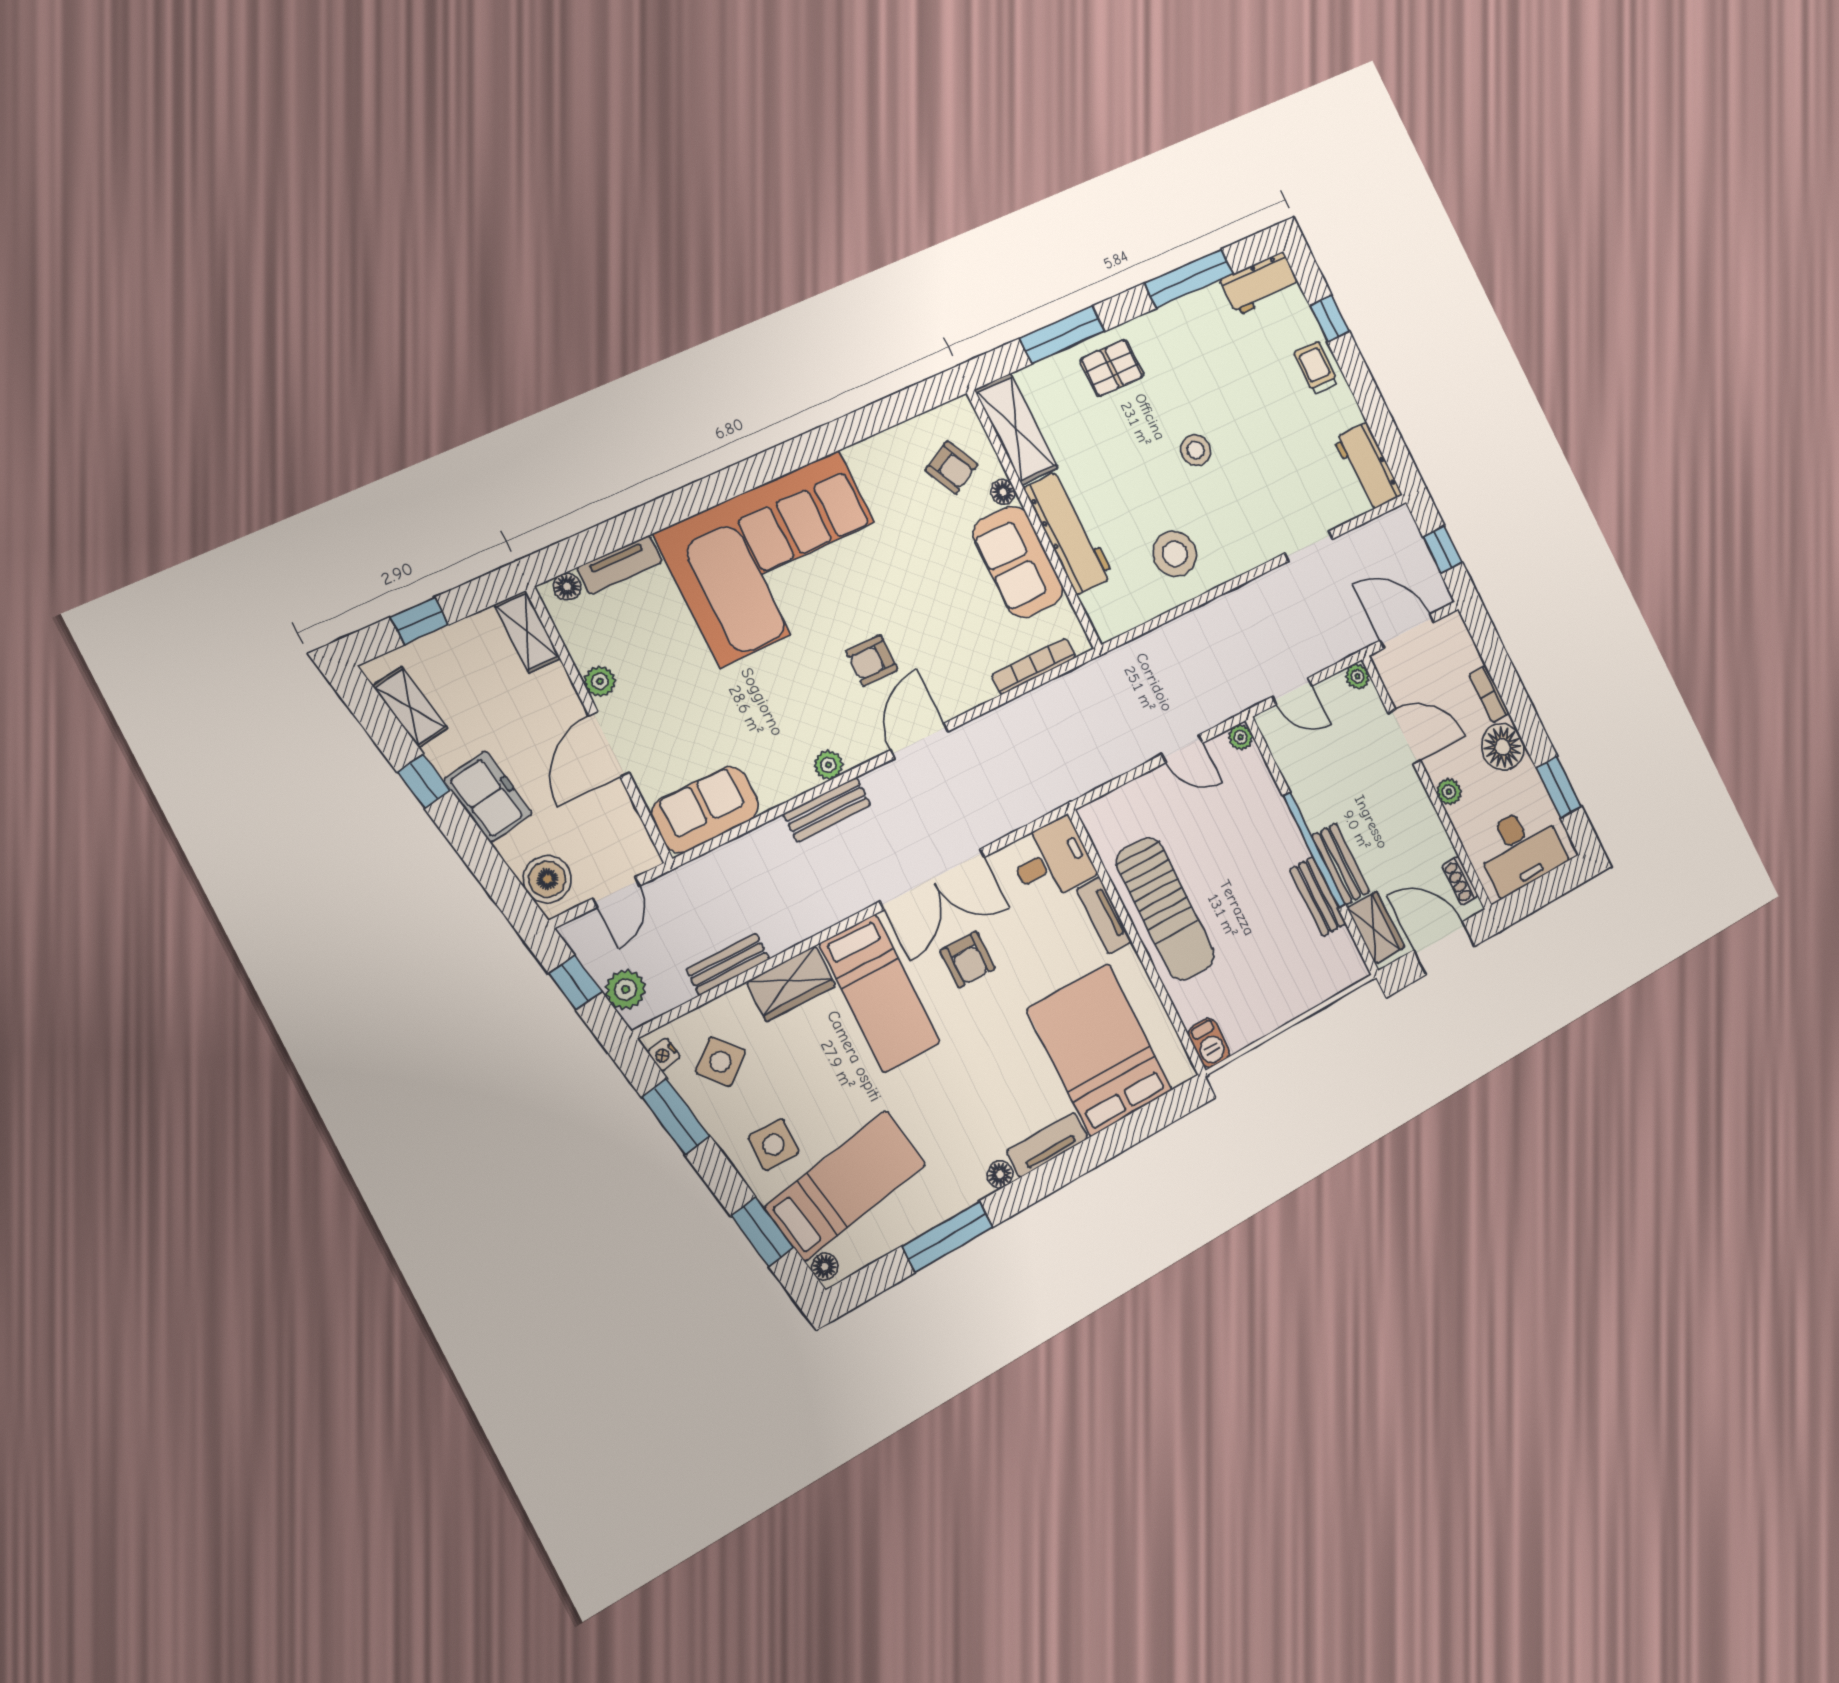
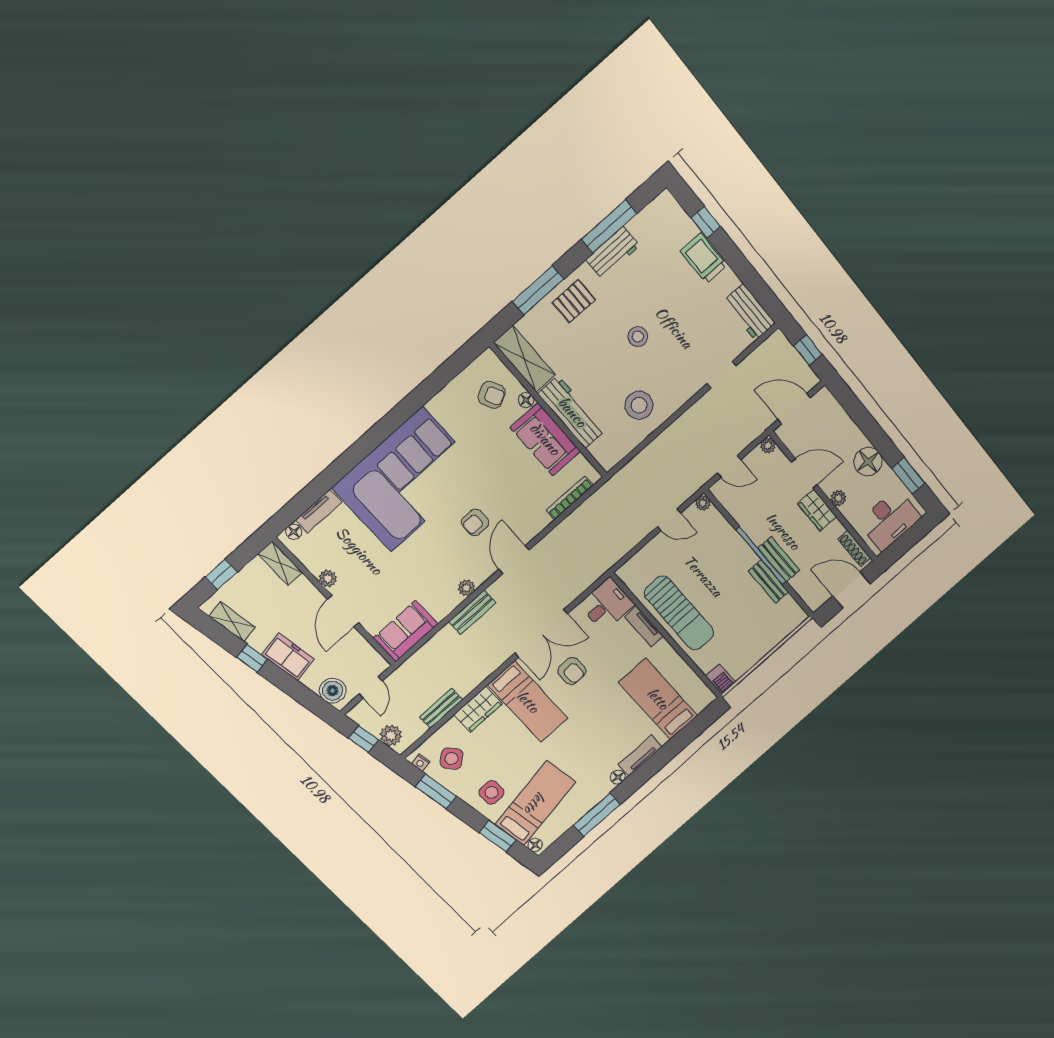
workbench: (1260, 284) -> (613, 253), moved
trolley: (1316, 368) -> (703, 258), width x1.36, depth x1.39
bookcase: (1489, 694) -> (854, 432), removed
shoe rack: (1460, 881) -> (854, 548), width x1.43
wardrobe: (1376, 928) -> (817, 510), moved, turned 180
bed: (1100, 1050) -> (658, 699), width x0.67

